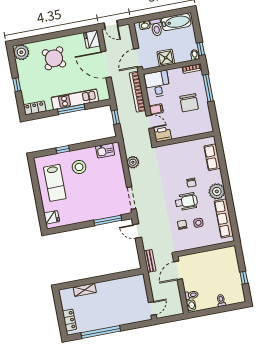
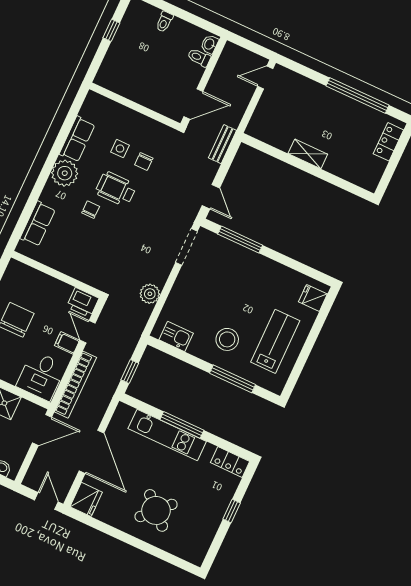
plant: (21, 52) -> (194, 550), removed
window: (63, 149) -> (232, 379), width x2.17
row of seats: (224, 218) -> (77, 139), width x0.68
shelving: (85, 290) -> (308, 154), moved

